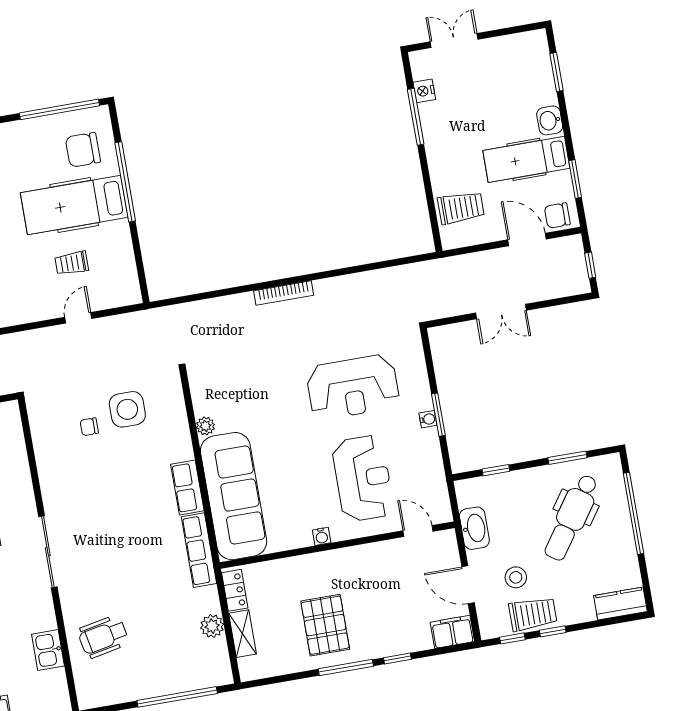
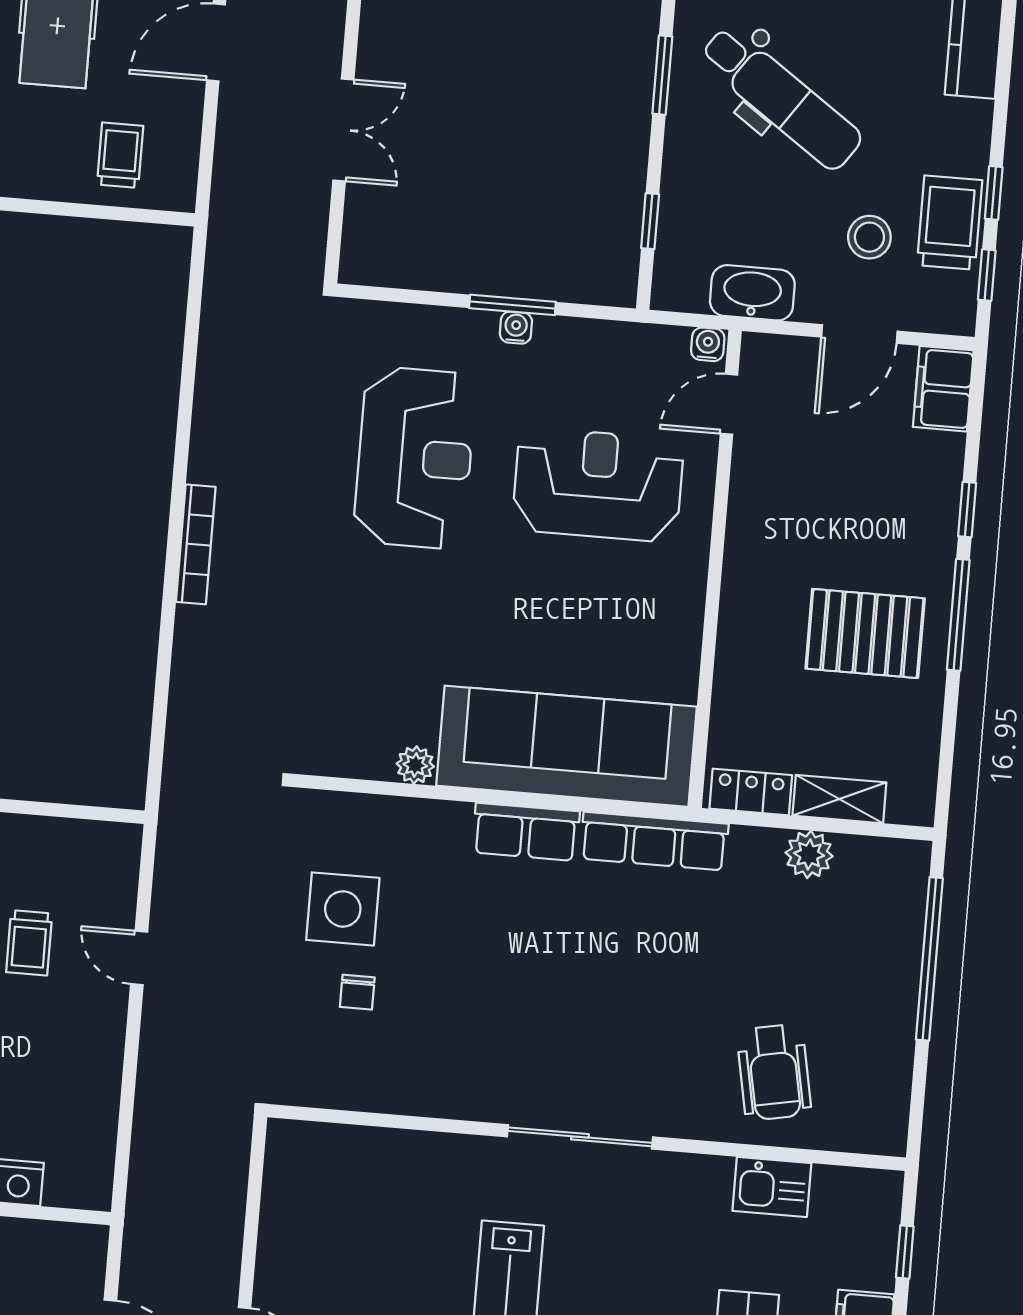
trolley: (461, 208) -> (120, 155), width x0.73, depth x0.72
water cooler: (322, 536) -> (708, 344), moved, turned -90

